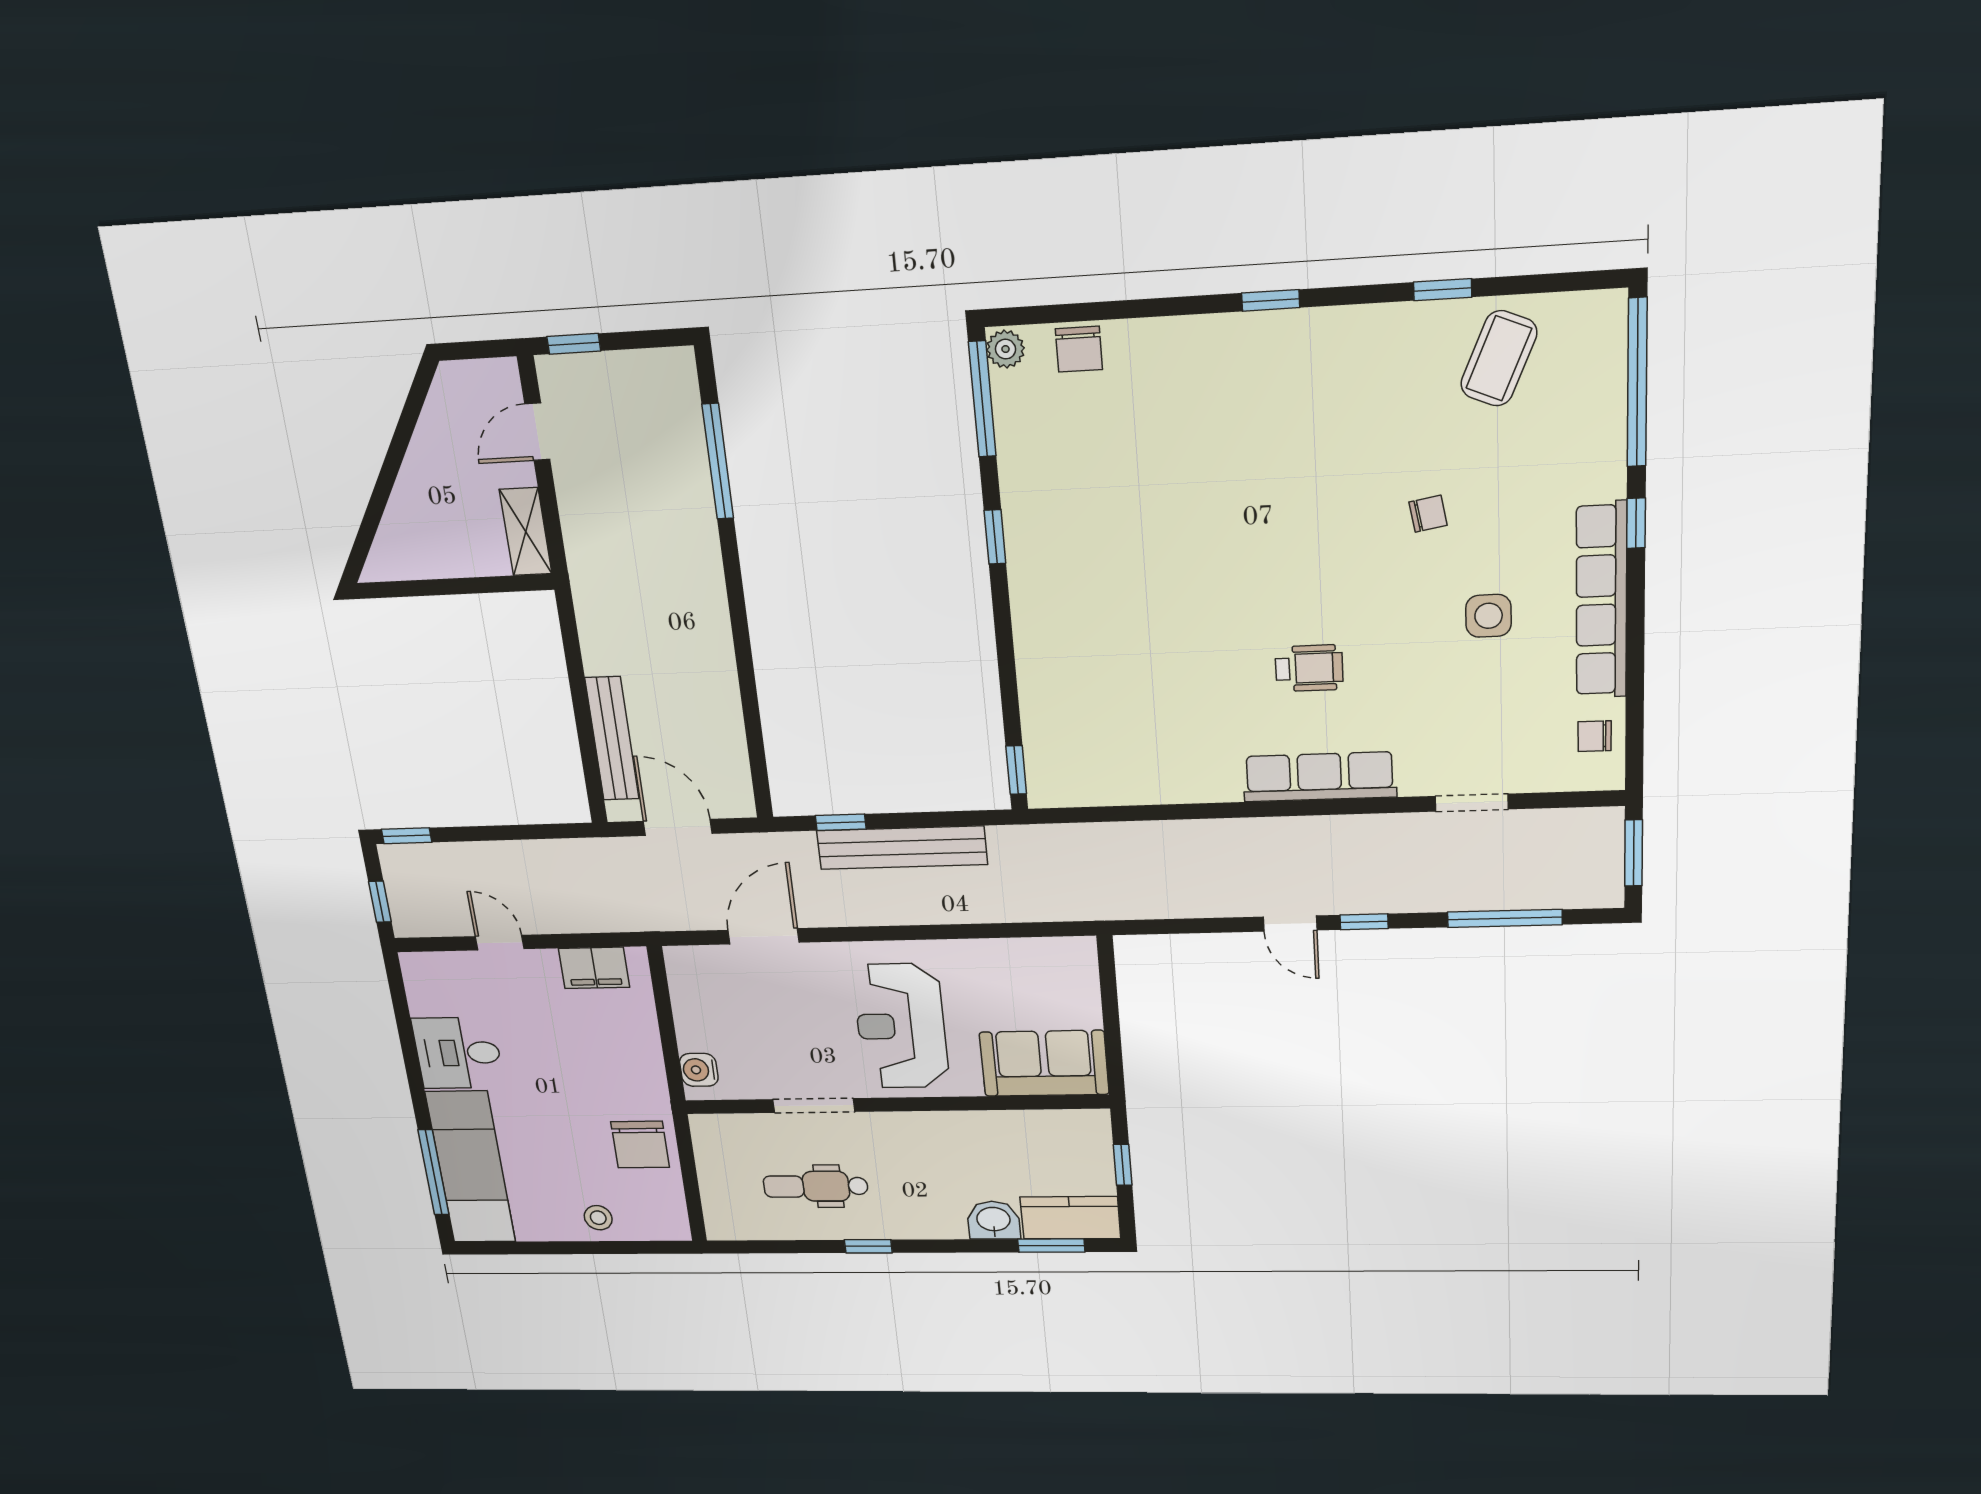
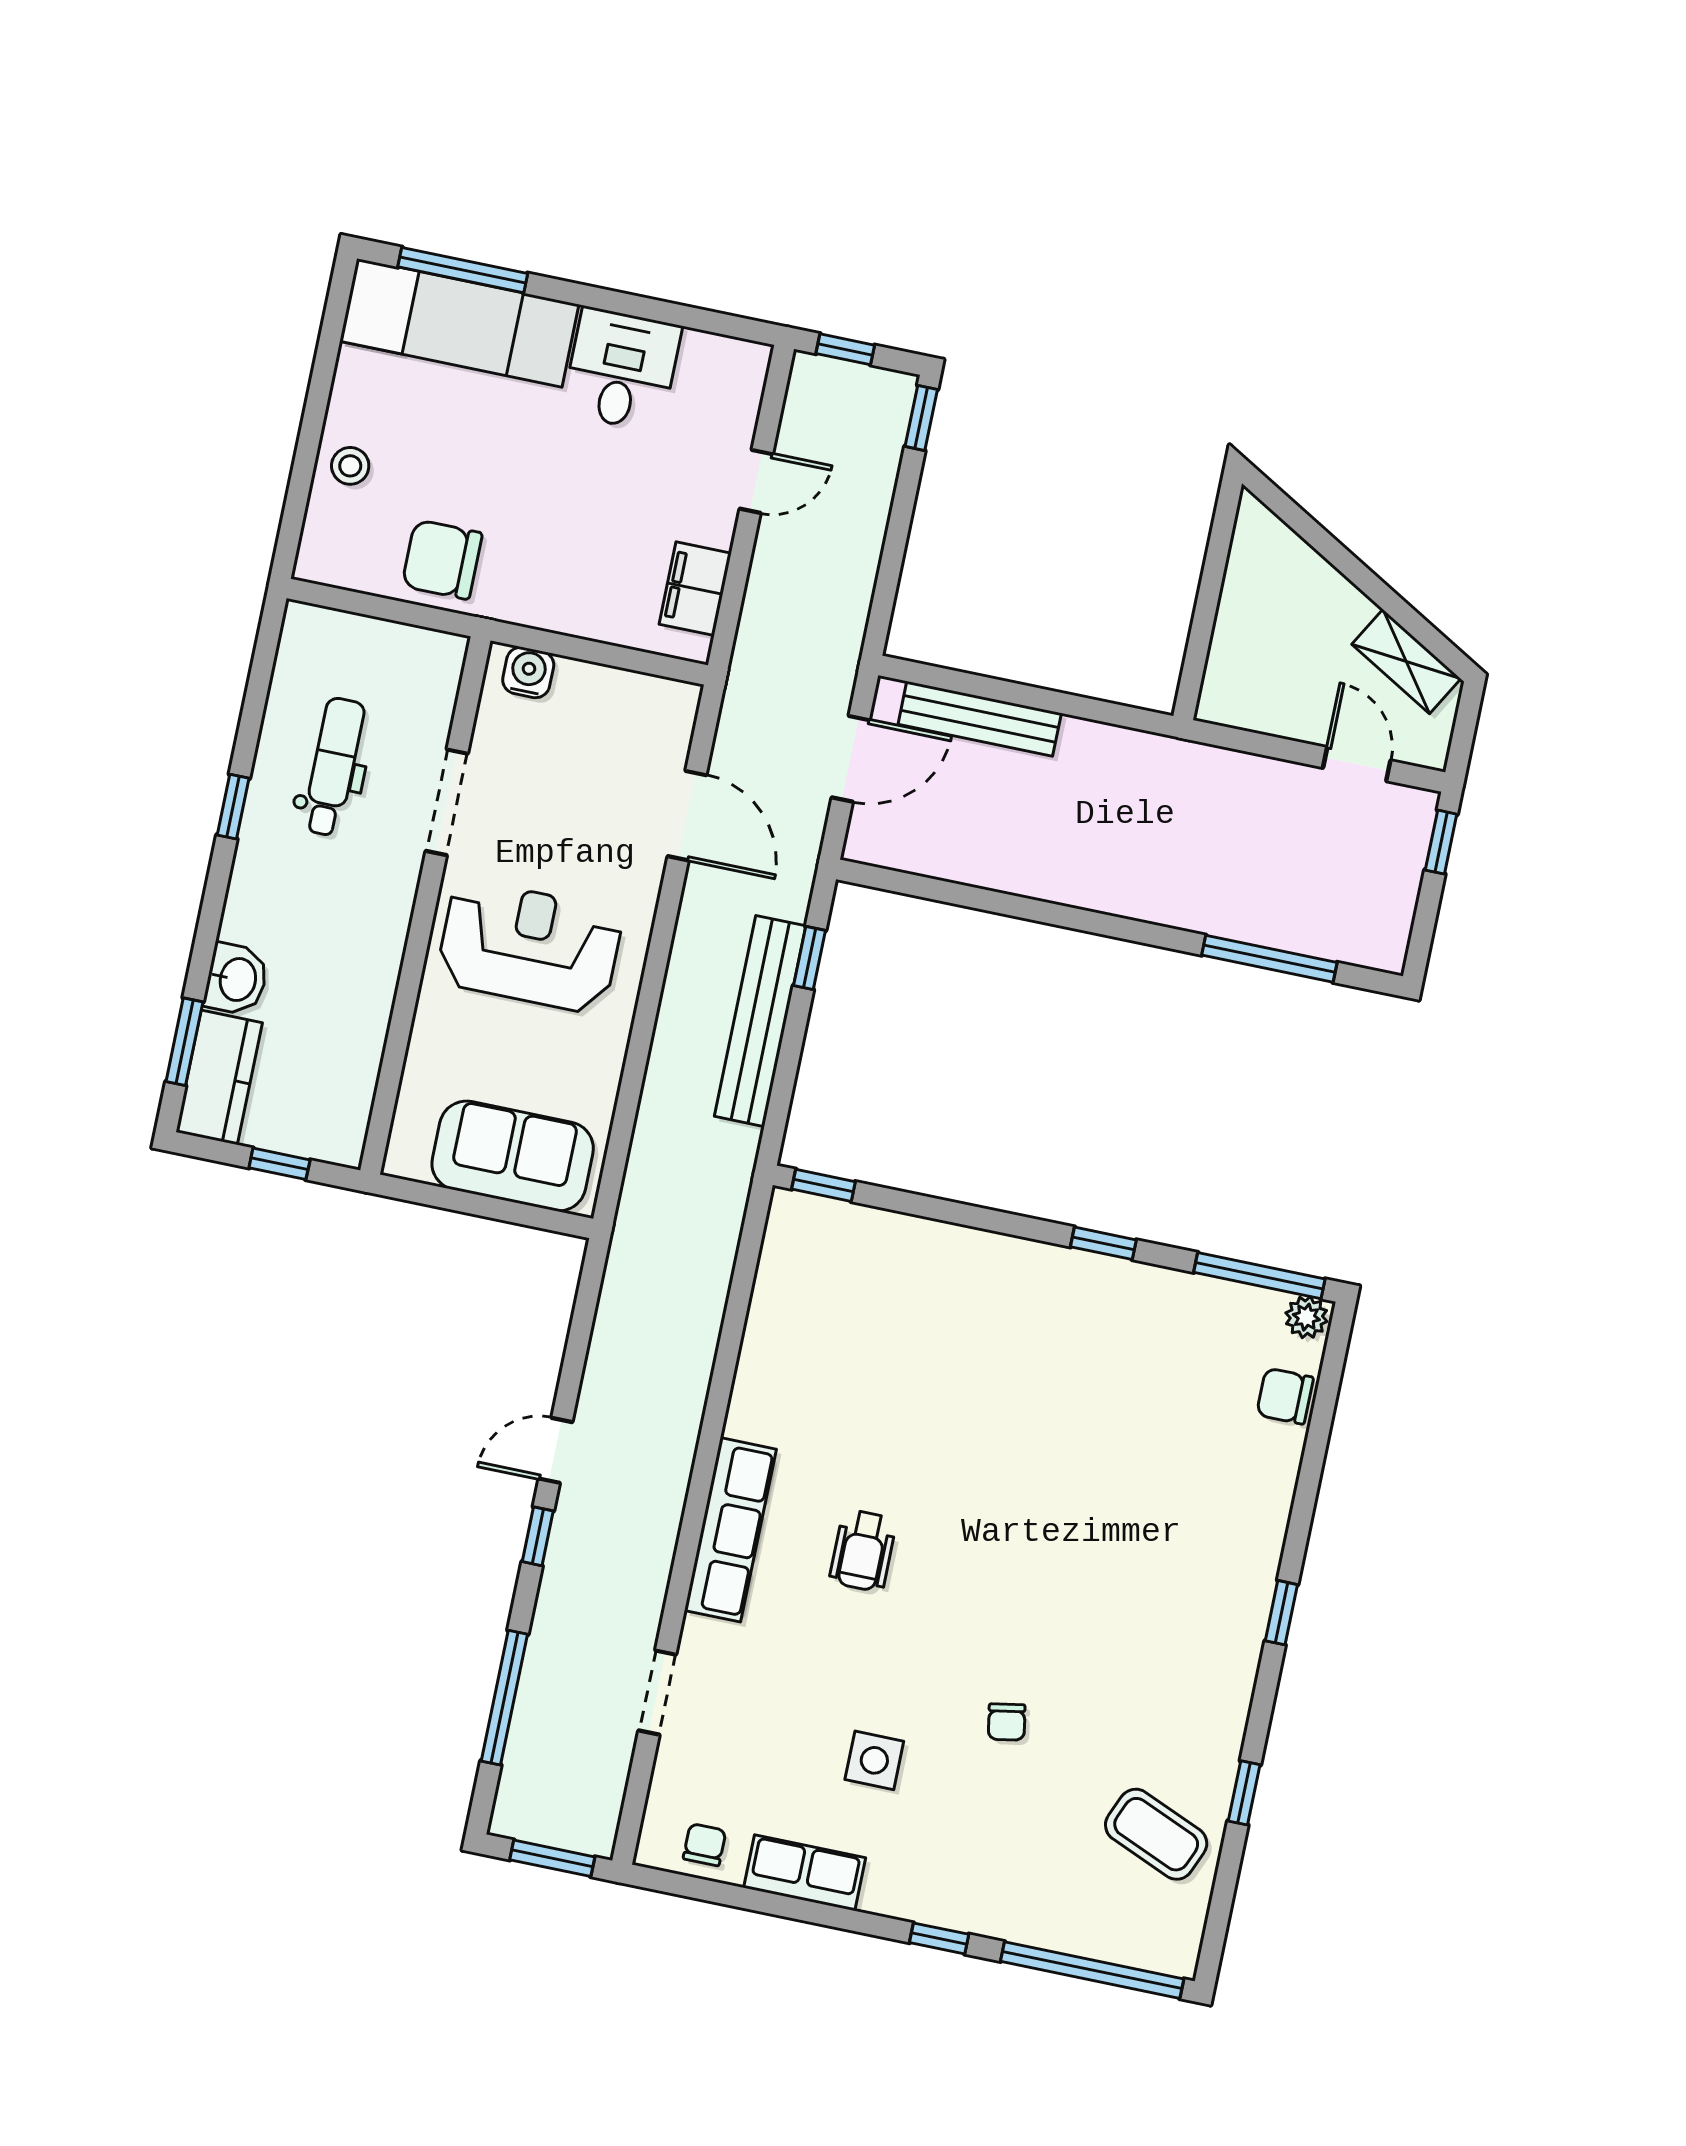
shelving: (526, 532) -> (1406, 661), moved, turned 30
row of seats: (1601, 600) -> (805, 1873), width x0.50
sofa: (1044, 1063) -> (513, 1156), moved, turned -90

